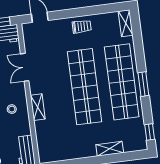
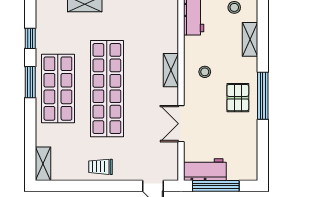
double door: (25, 67) -> (181, 124), swing flipped
shop shelf: (122, 82) -> (58, 89), width x0.71
window: (150, 132) -> (30, 38), moved

